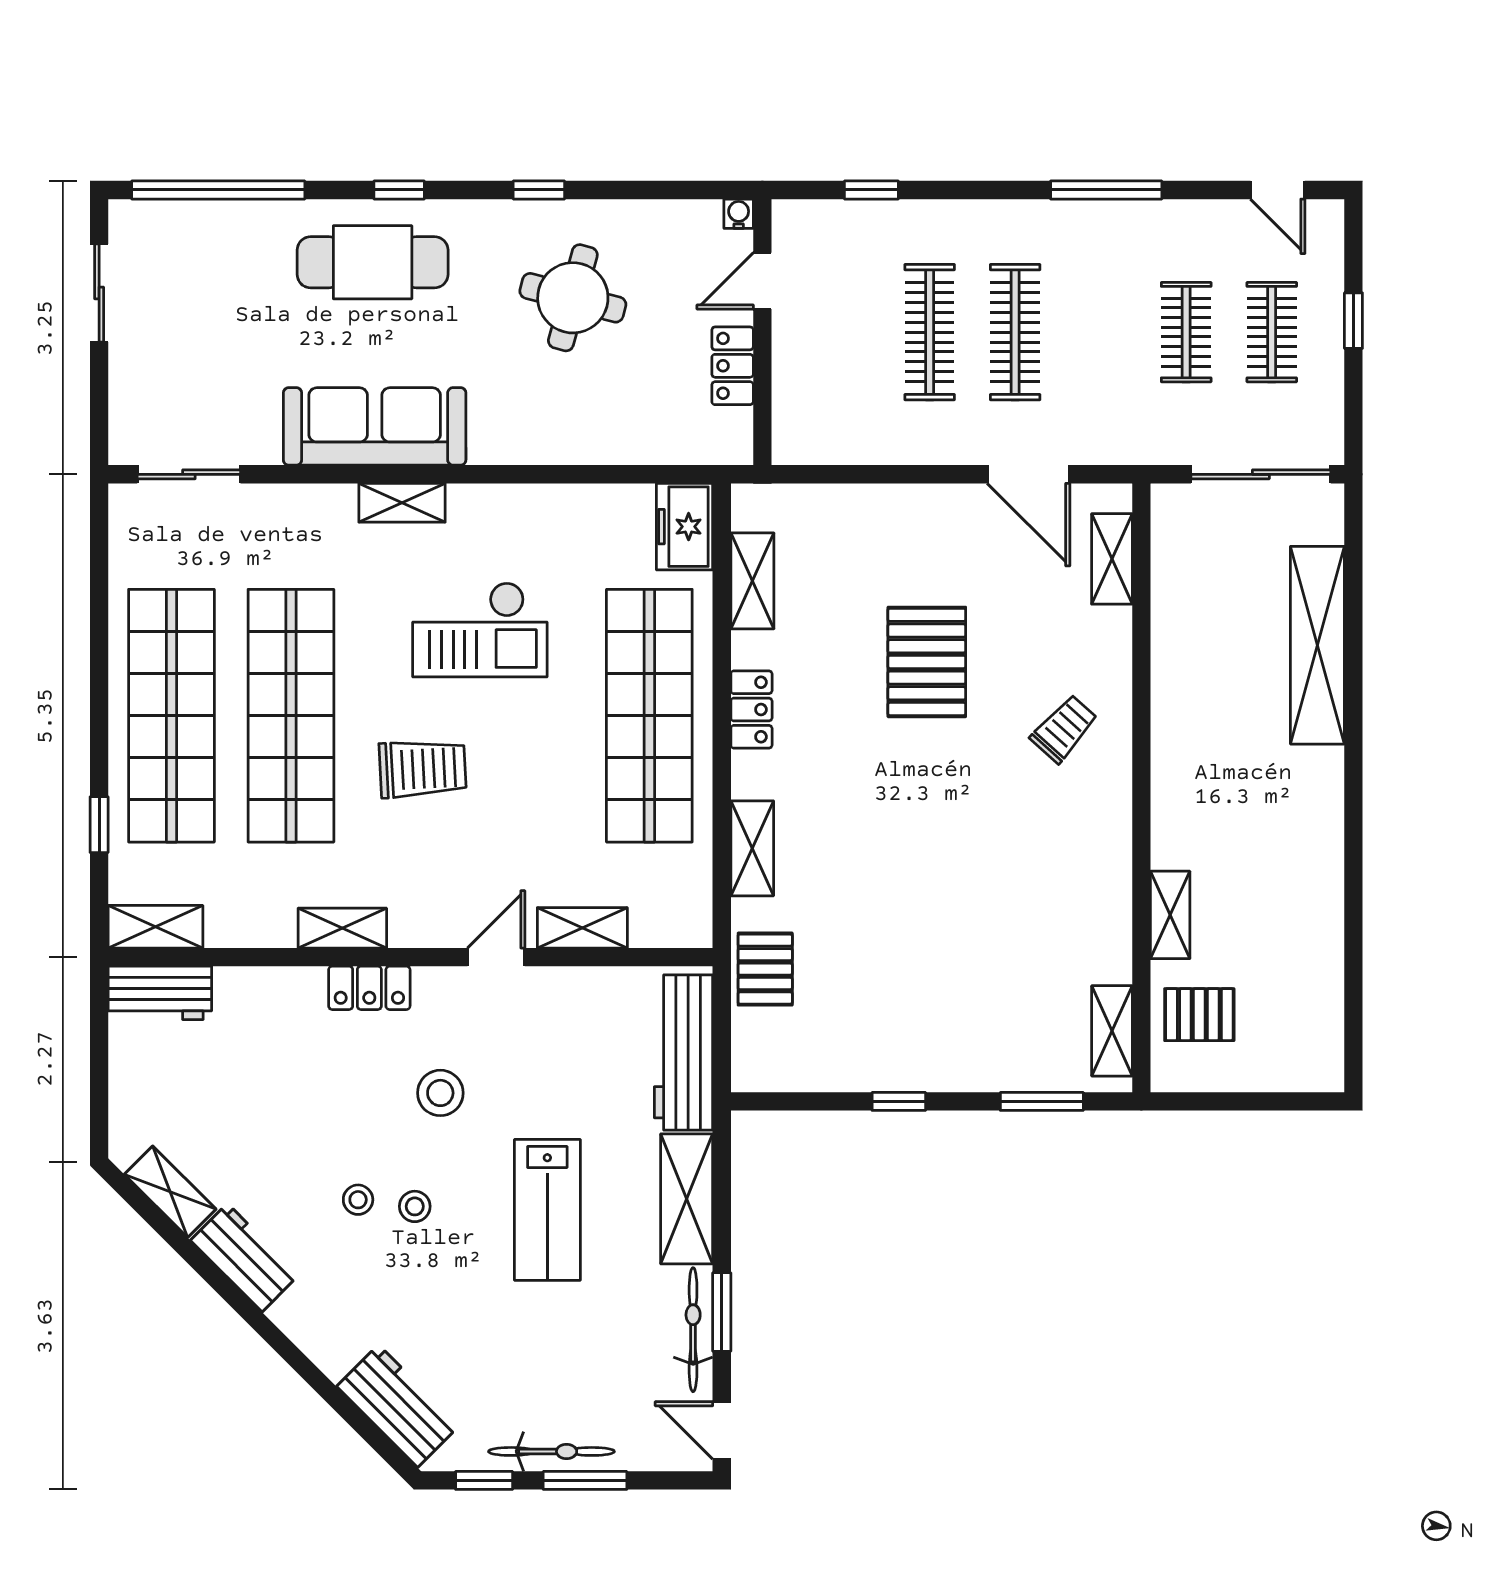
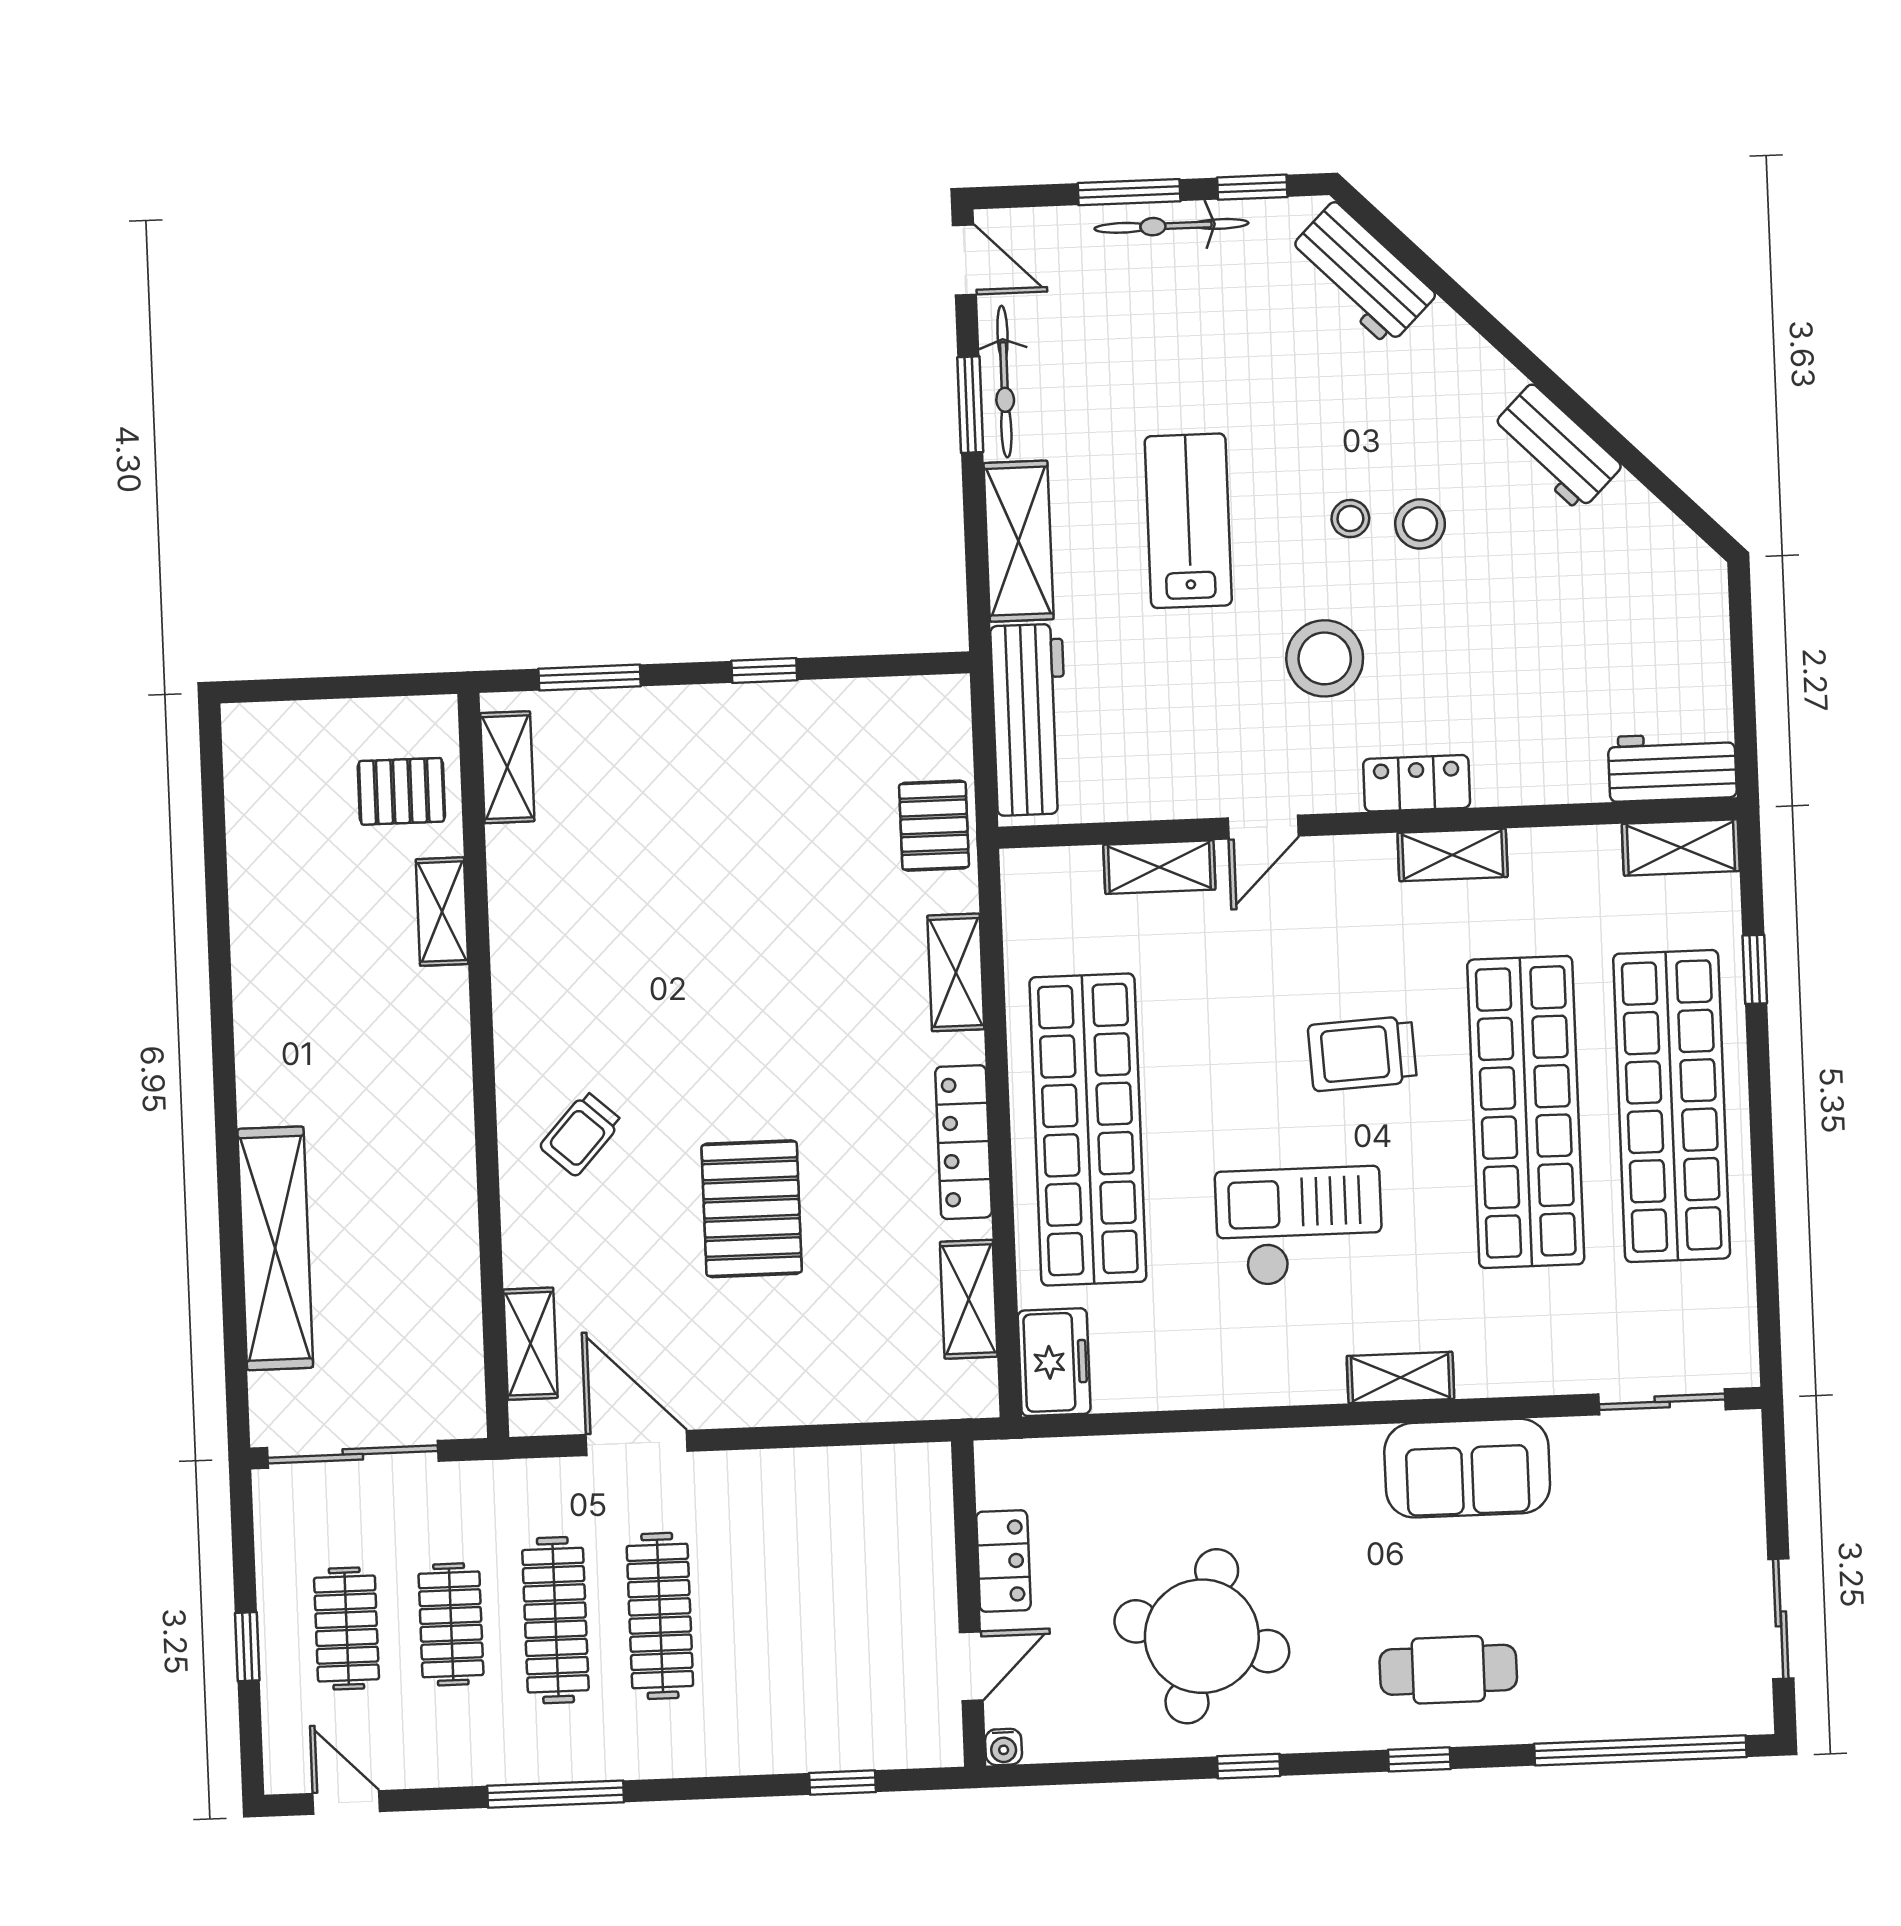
cafe table: (373, 262) -> (1448, 1670), width x0.73, depth x0.74
round table: (573, 298) -> (1202, 1636), width x1.36, depth x1.36
clothes rail: (930, 332) -> (555, 1620), moved
sofa: (375, 426) -> (1467, 1468), width x0.73
locker: (751, 709) -> (963, 1142), width x1.53
stool: (440, 1093) -> (1325, 658), width x1.38, depth x1.38
shelving: (170, 1192) -> (1650, 524), removed
stool: (358, 1200) -> (1420, 524), width x1.37, depth x1.37

